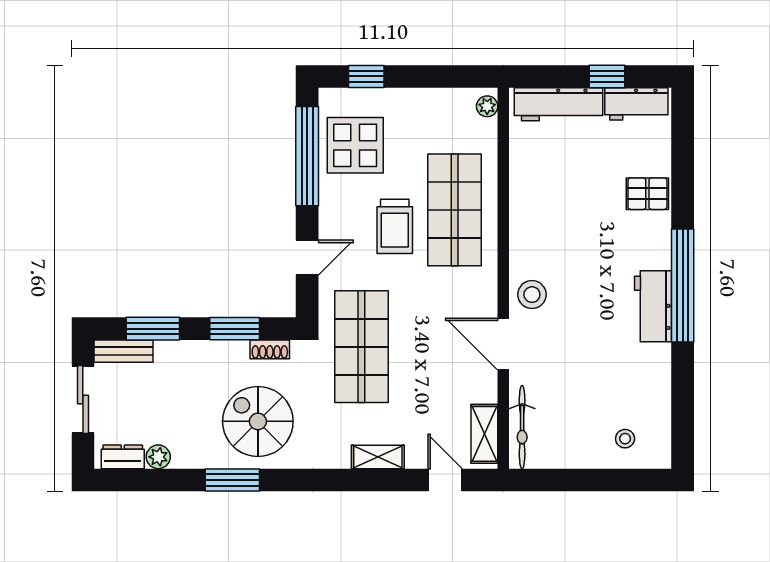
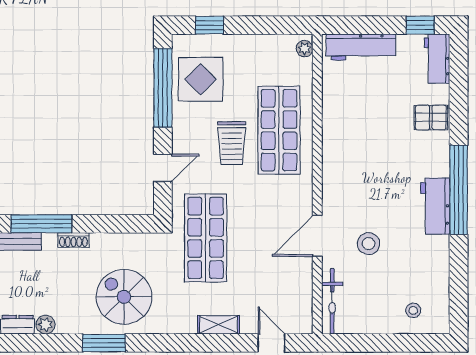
window: (607, 76) -> (420, 25), moved
workbench: (636, 104) -> (437, 59), moved, turned 90
stool: (532, 295) -> (369, 244), moved
window: (153, 329) -> (41, 224), width x1.44
window: (235, 329) -> (106, 224), removed
door: (503, 344) -> (317, 236), hinge flipped
shoe rack: (270, 349) -> (74, 240), moved
shelving: (484, 434) -> (302, 307), removed

